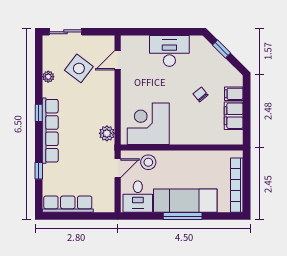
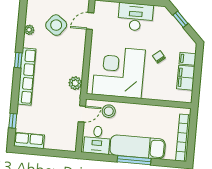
corner desk: (148, 124) -> (119, 72), width x1.36, depth x1.36
window: (39, 171) -> (13, 121), moved
row of seats: (68, 204) -> (29, 140), width x0.68

